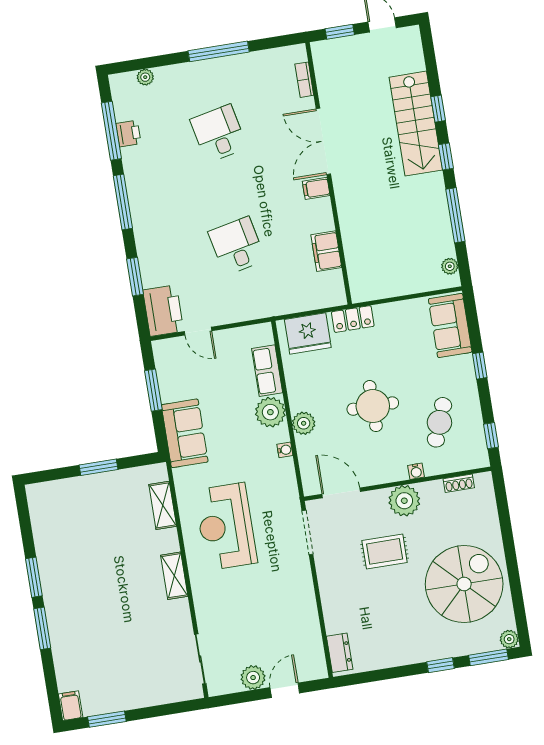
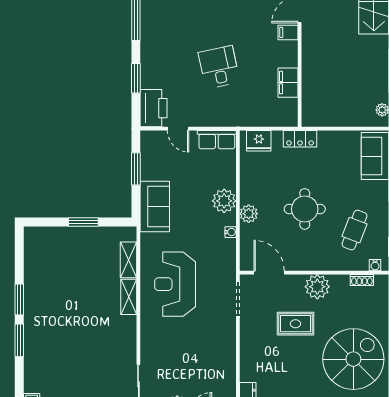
fridge: (308, 333) -> (259, 141), width x0.73, depth x0.75
row of seats: (267, 371) -> (217, 140), moved, turned -90
water cooler: (416, 471) -> (375, 265), moved
shelving: (174, 576) -> (129, 297), moved

